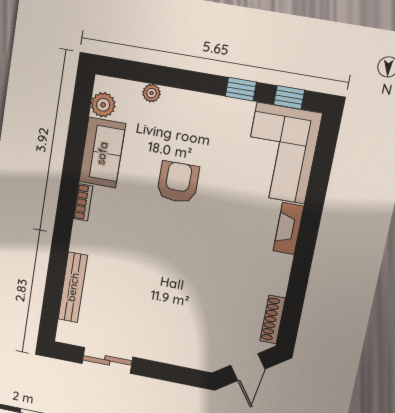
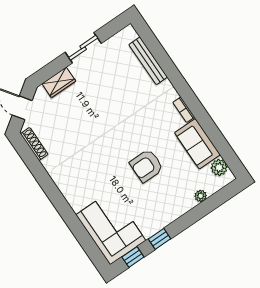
armchair: (178, 182) -> (146, 166), turned 90
fireplace: (288, 229) -> (71, 196), removed
wardrobe: (185, 355) -> (59, 82), added
sliding door: (107, 360) -> (83, 48), moved

